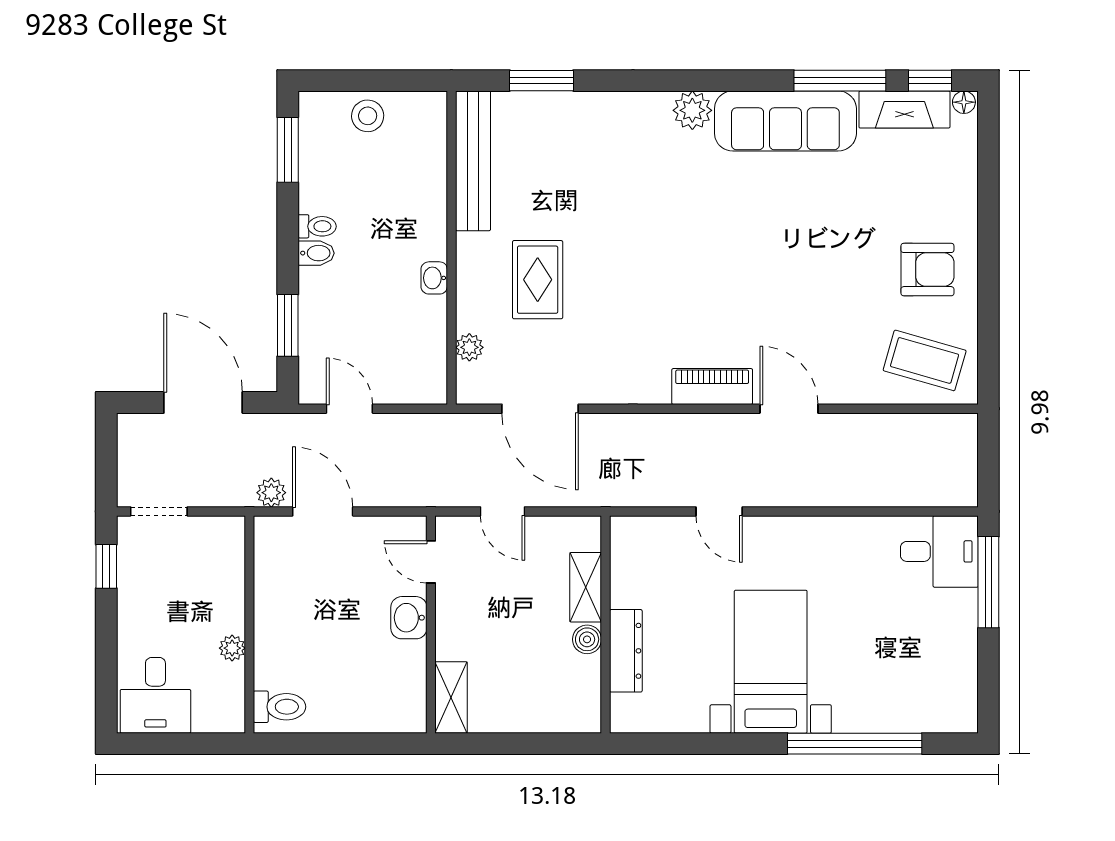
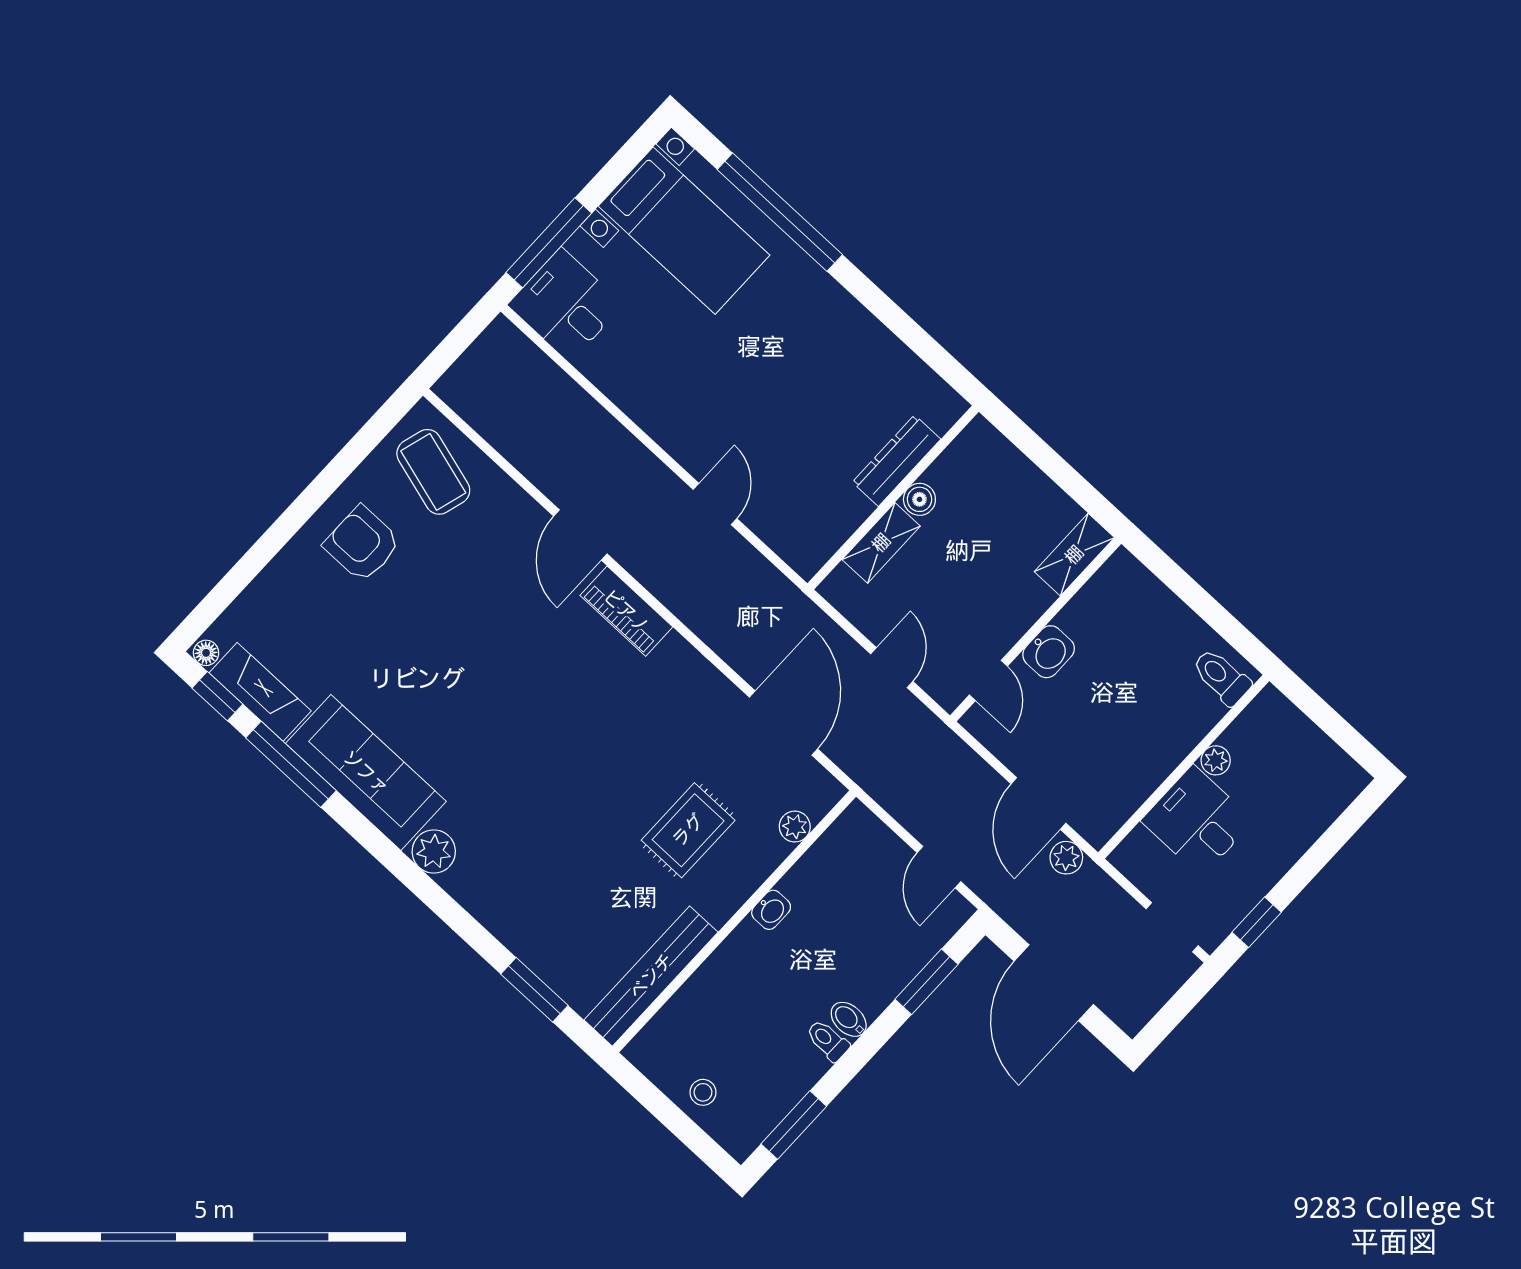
stool: (368, 116) -> (703, 1092), width x0.73, depth x0.73
bed with nightstands: (771, 662) -> (684, 231), moved, turned -90
desk: (155, 695) -> (1197, 821), moved, turned -90

